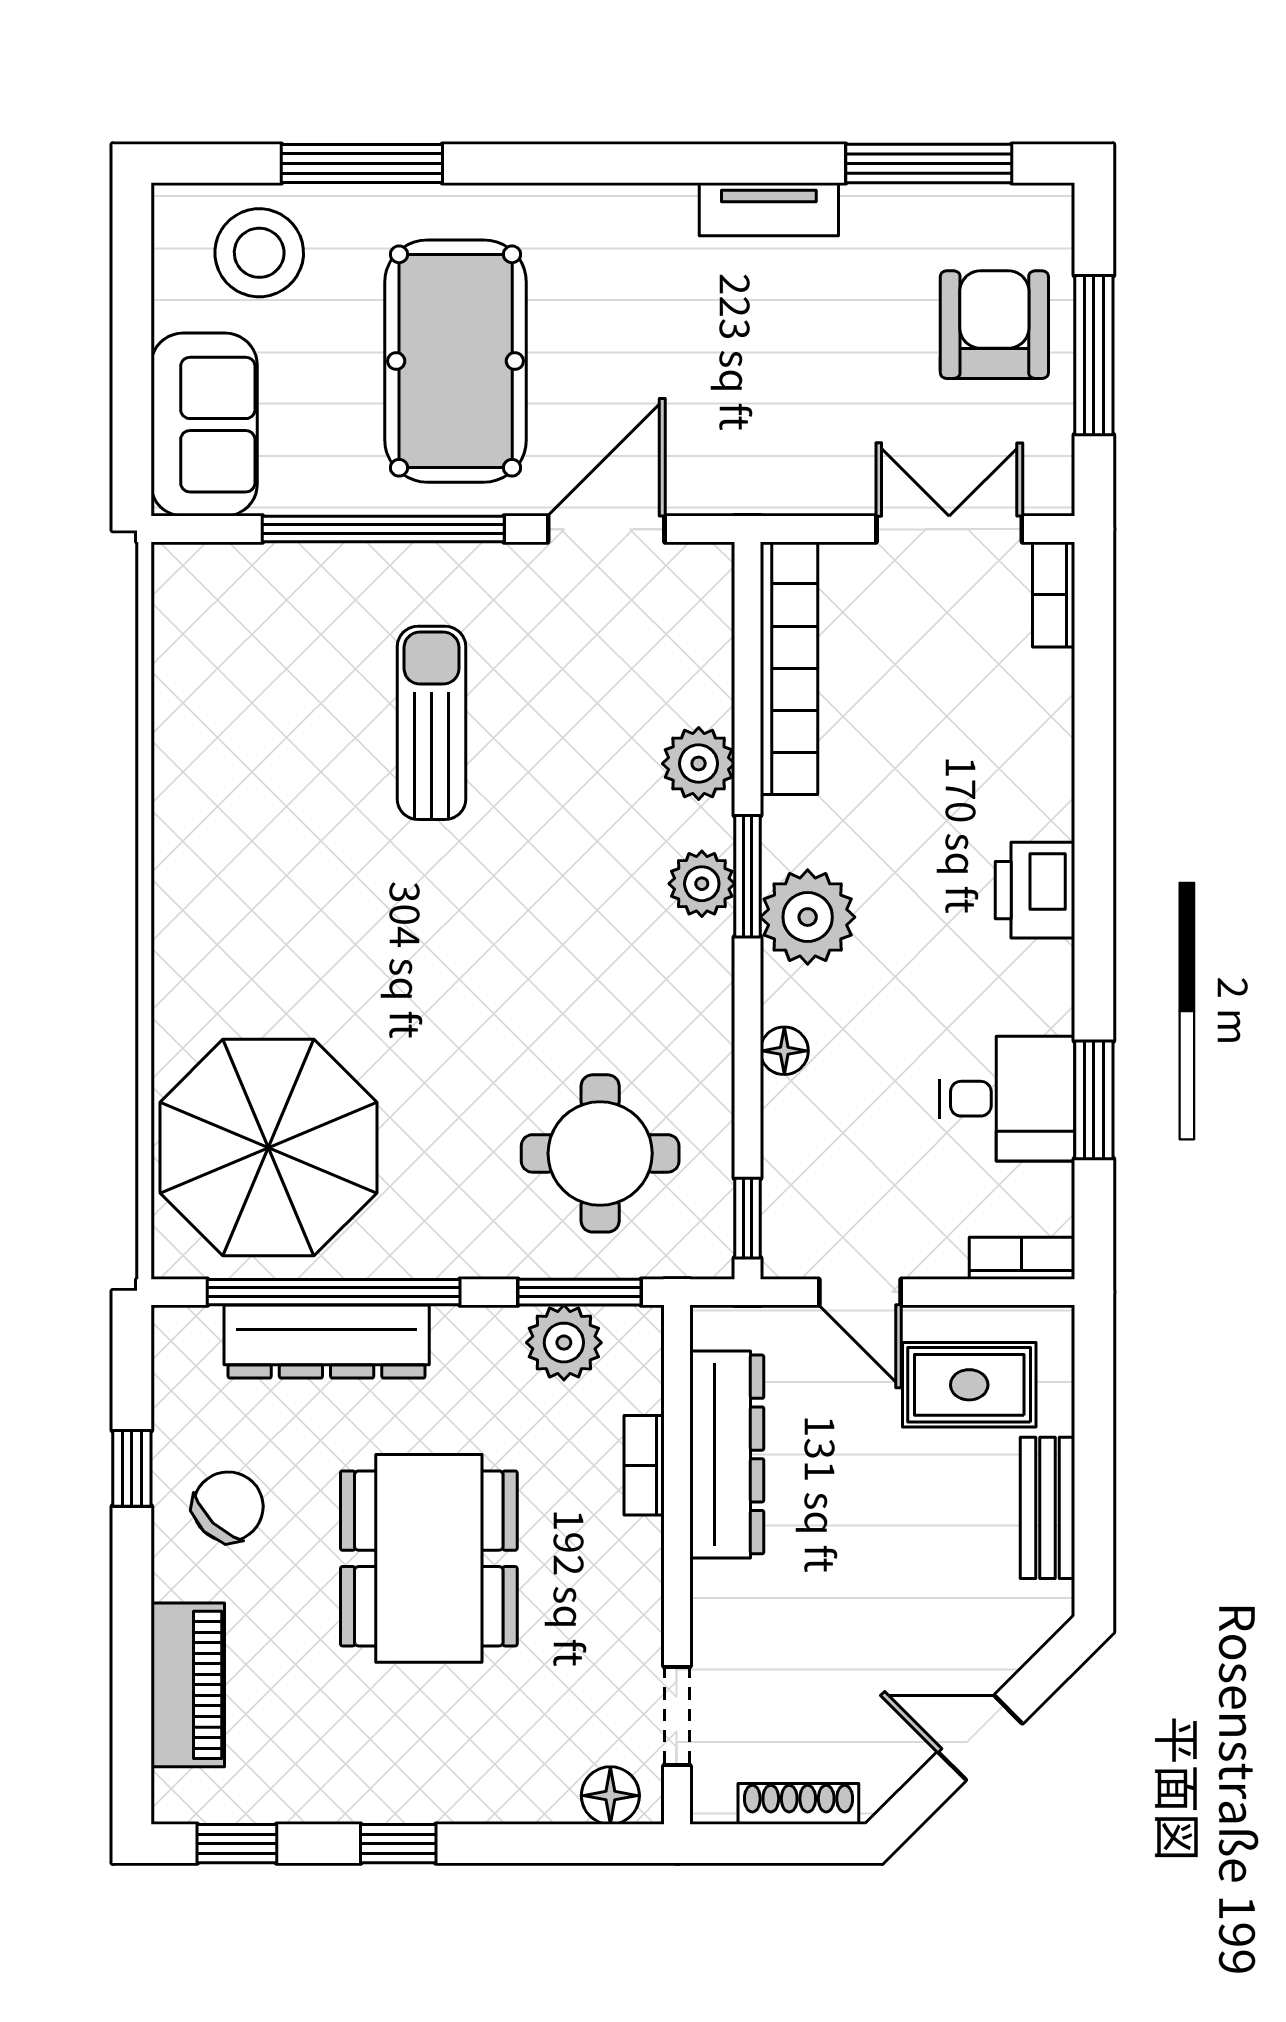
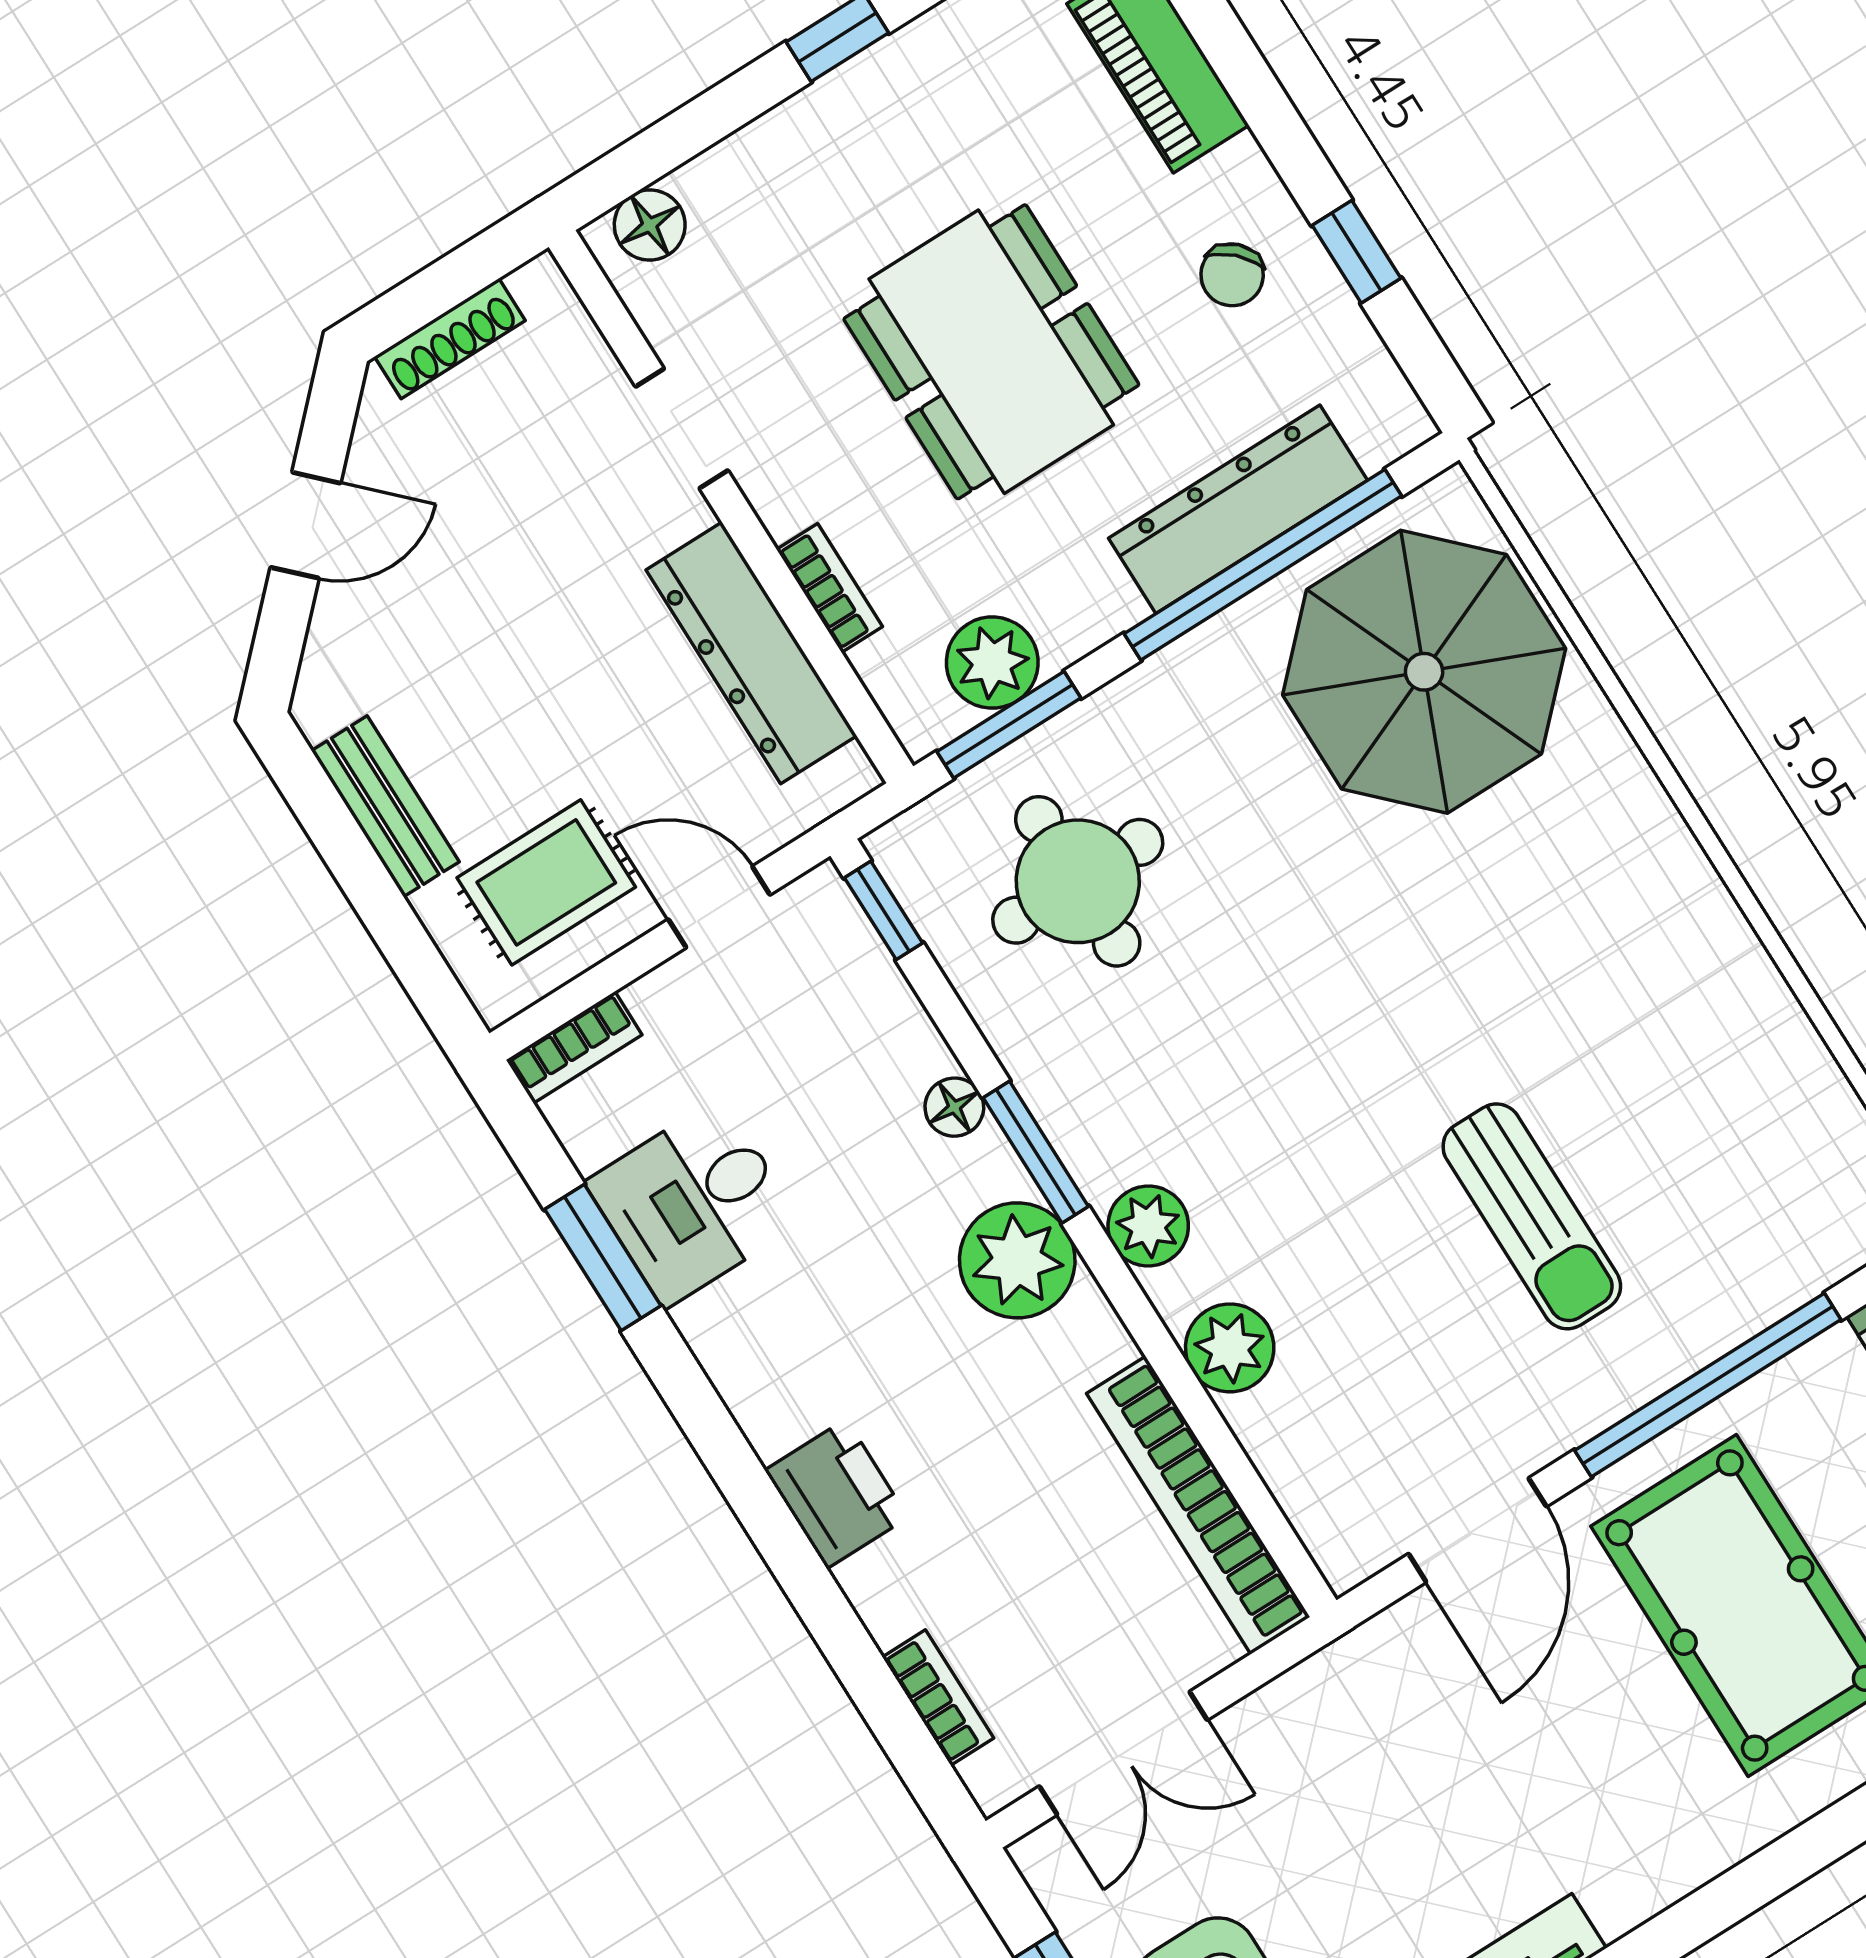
bookcase: (1054, 594) -> (938, 1698), moved
window: (748, 876) -> (1036, 1152), moved
printer: (1035, 890) -> (836, 1494), moved
chair: (228, 1507) -> (1232, 275), width x0.73, depth x0.73
doorway: (677, 1716) -> (682, 429), moved

